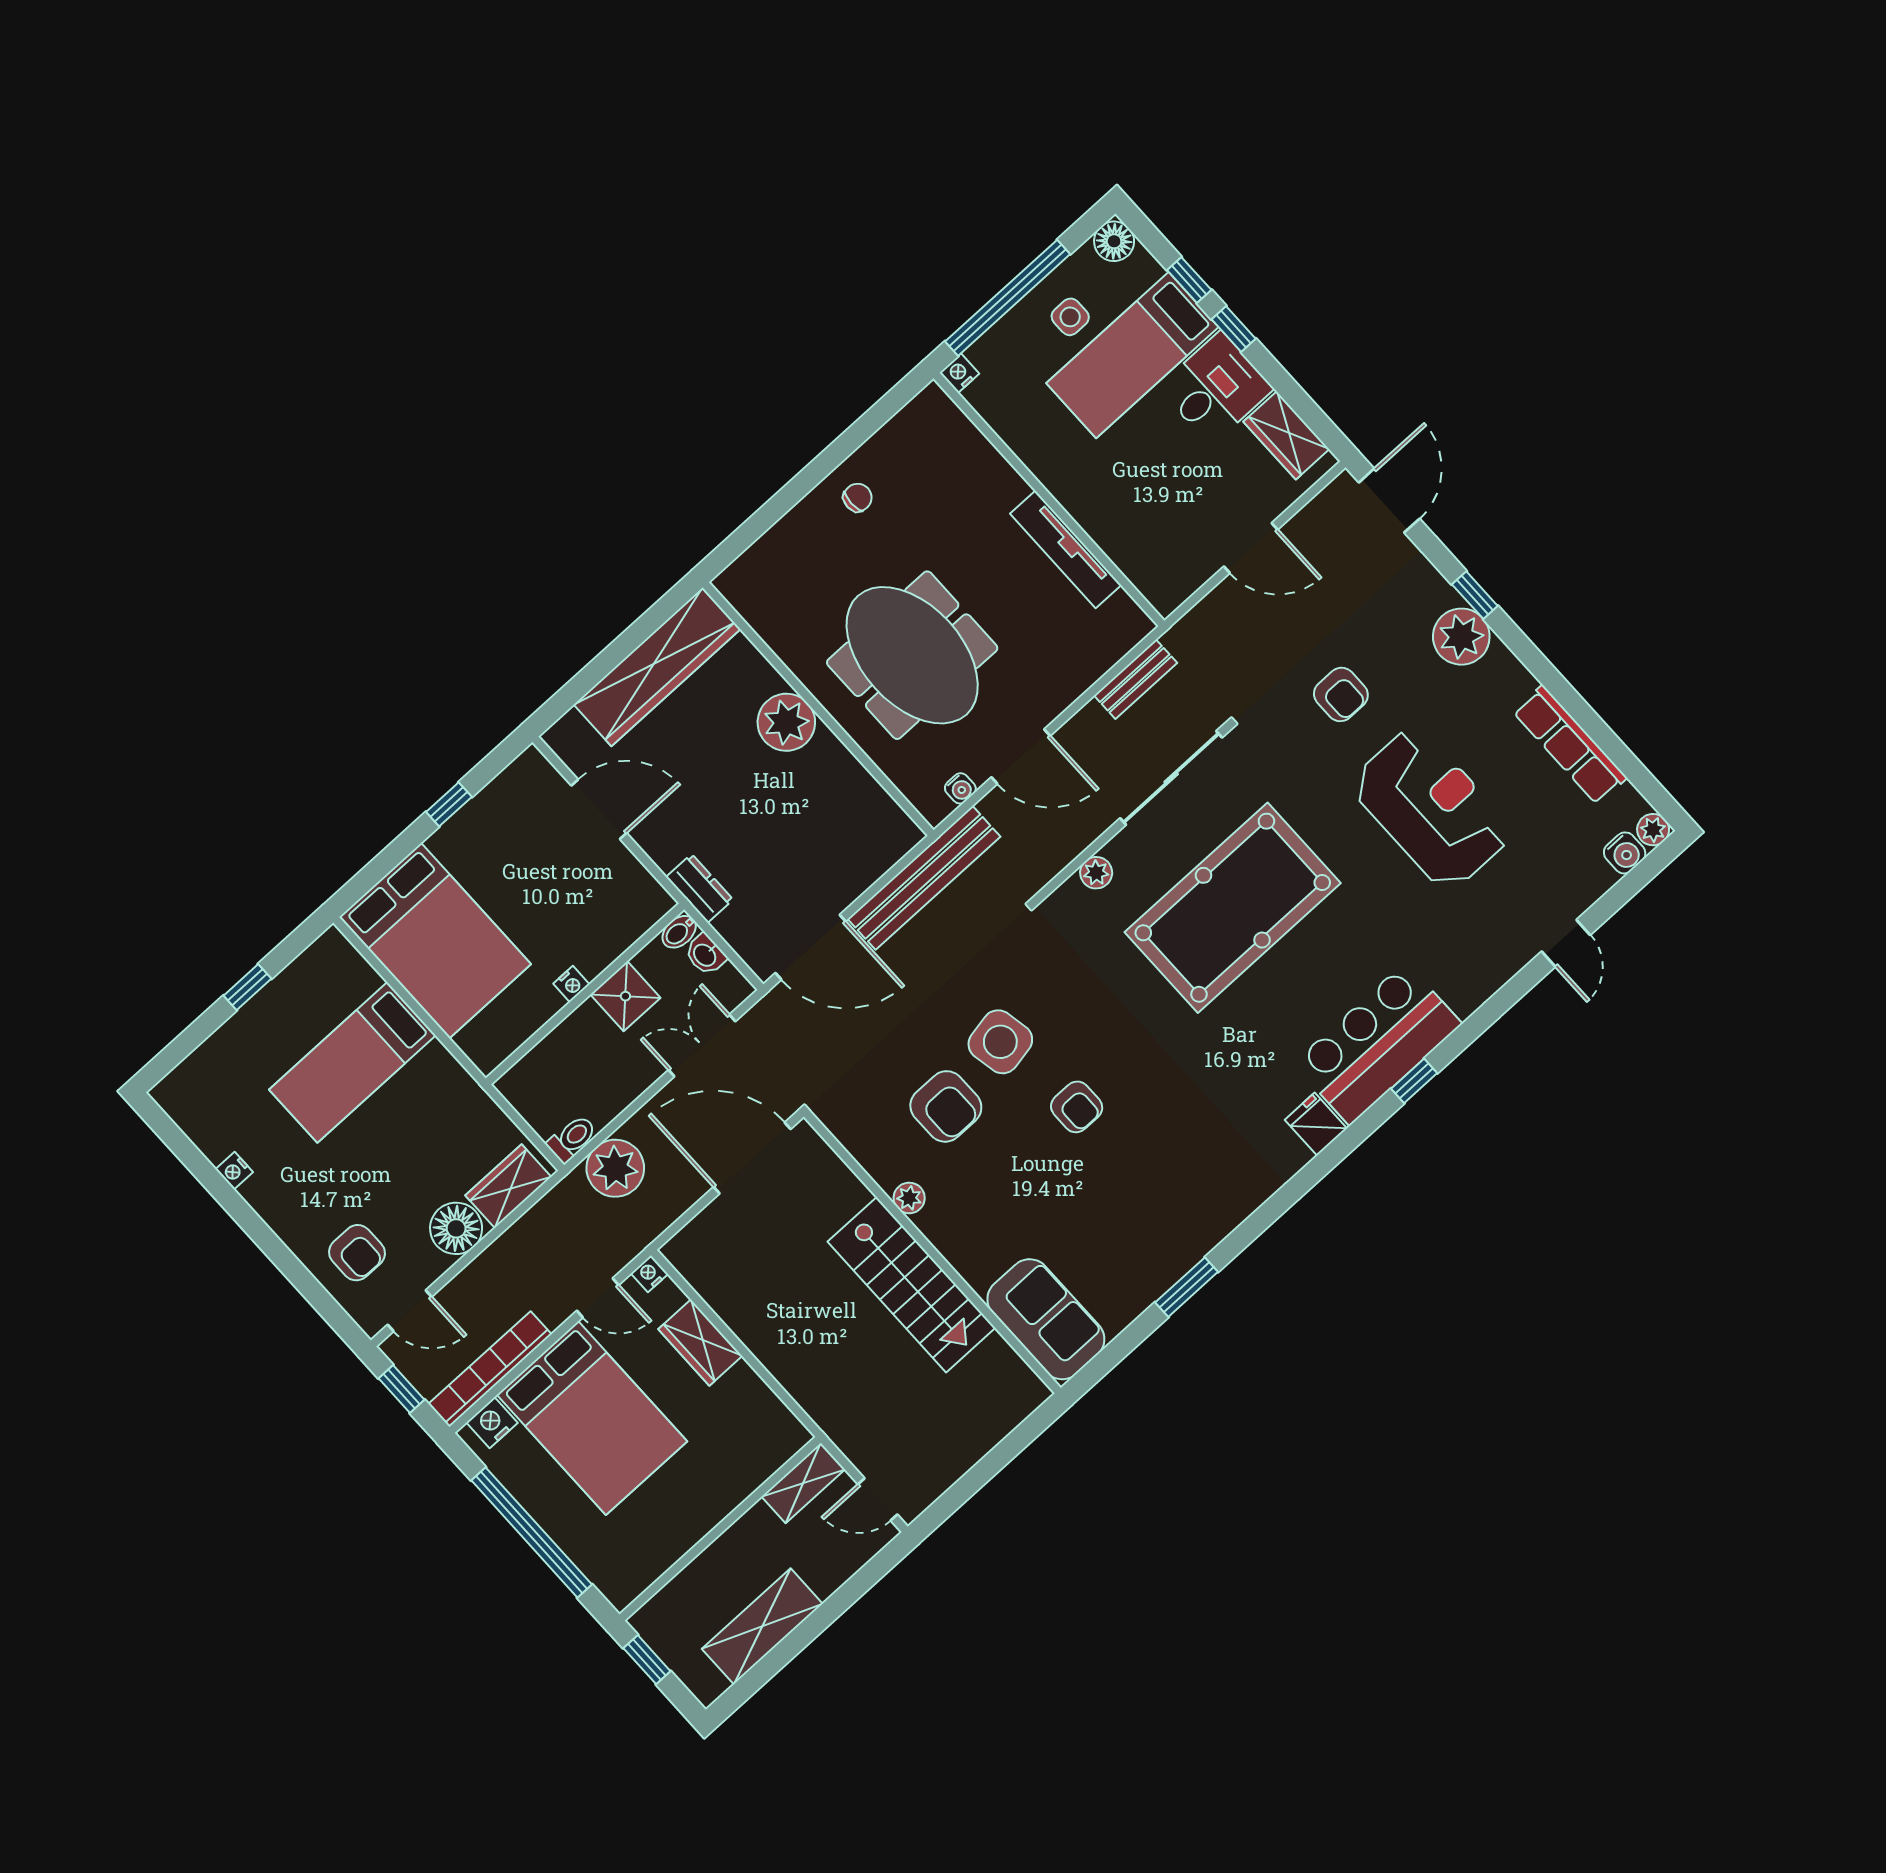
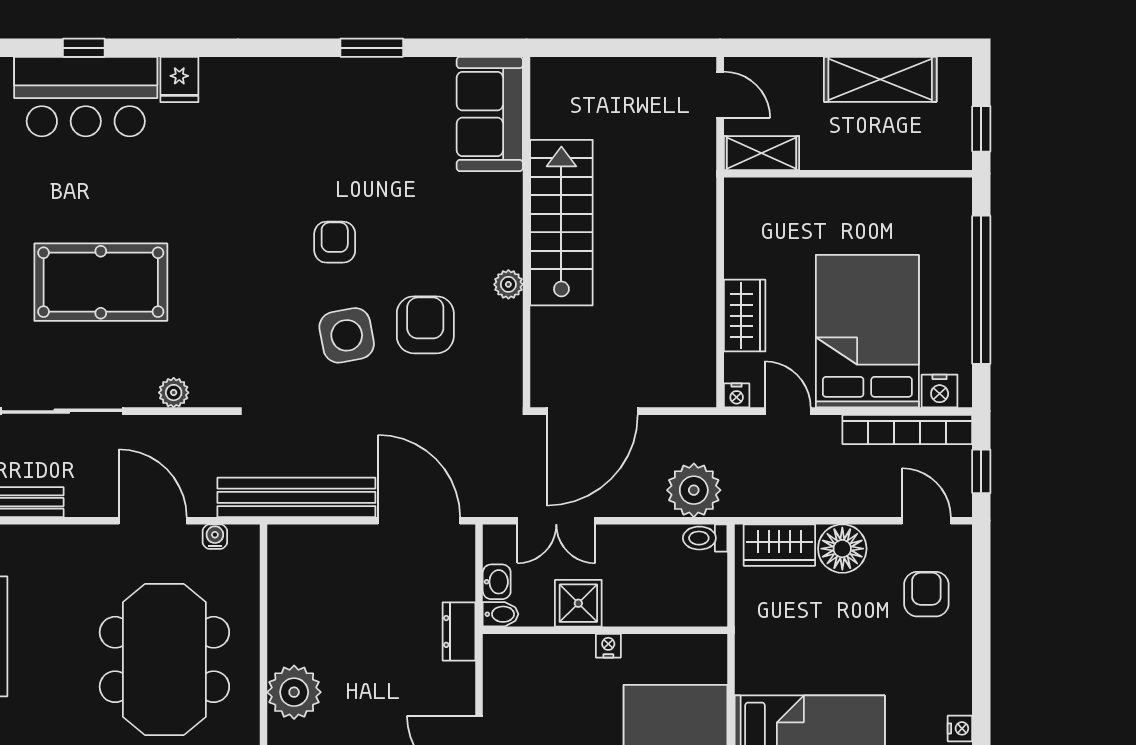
pool table: (1233, 908) -> (101, 282), width x0.73, depth x0.76
door: (752, 1158) -> (592, 411), hinge flipped

